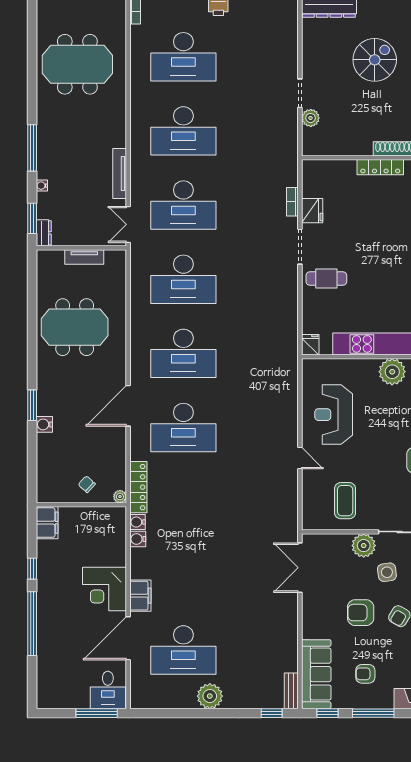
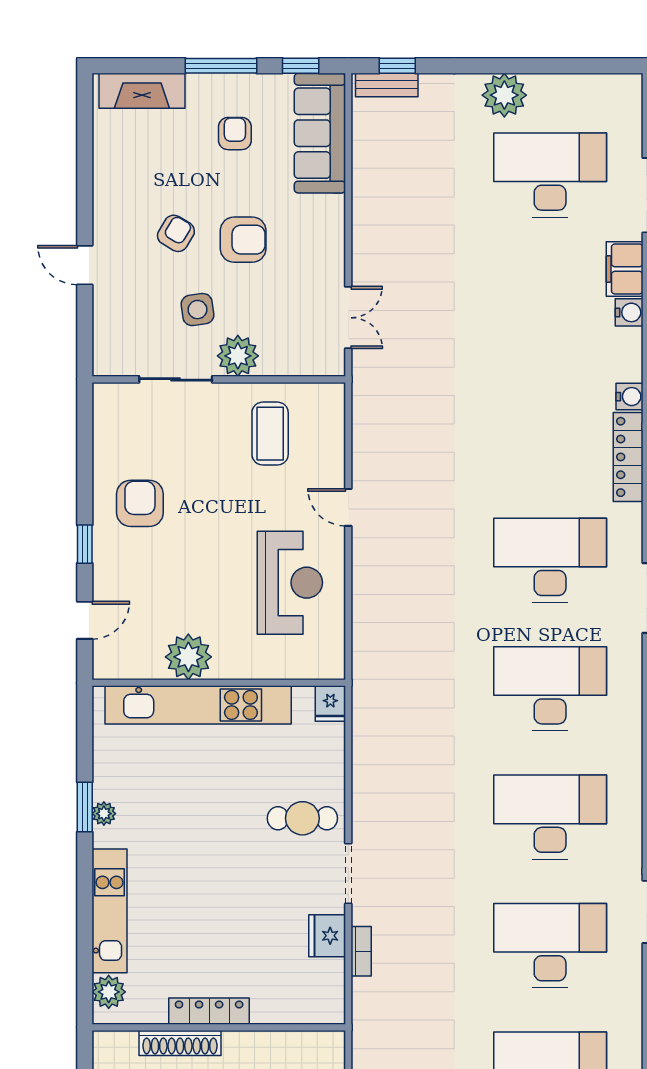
water cooler: (138, 539) -> (629, 312), moved
double door: (300, 568) -> (348, 318), width x0.73
armchair: (365, 674) -> (235, 134), turned -90
bench: (291, 691) -> (387, 85), moved, turned 90

